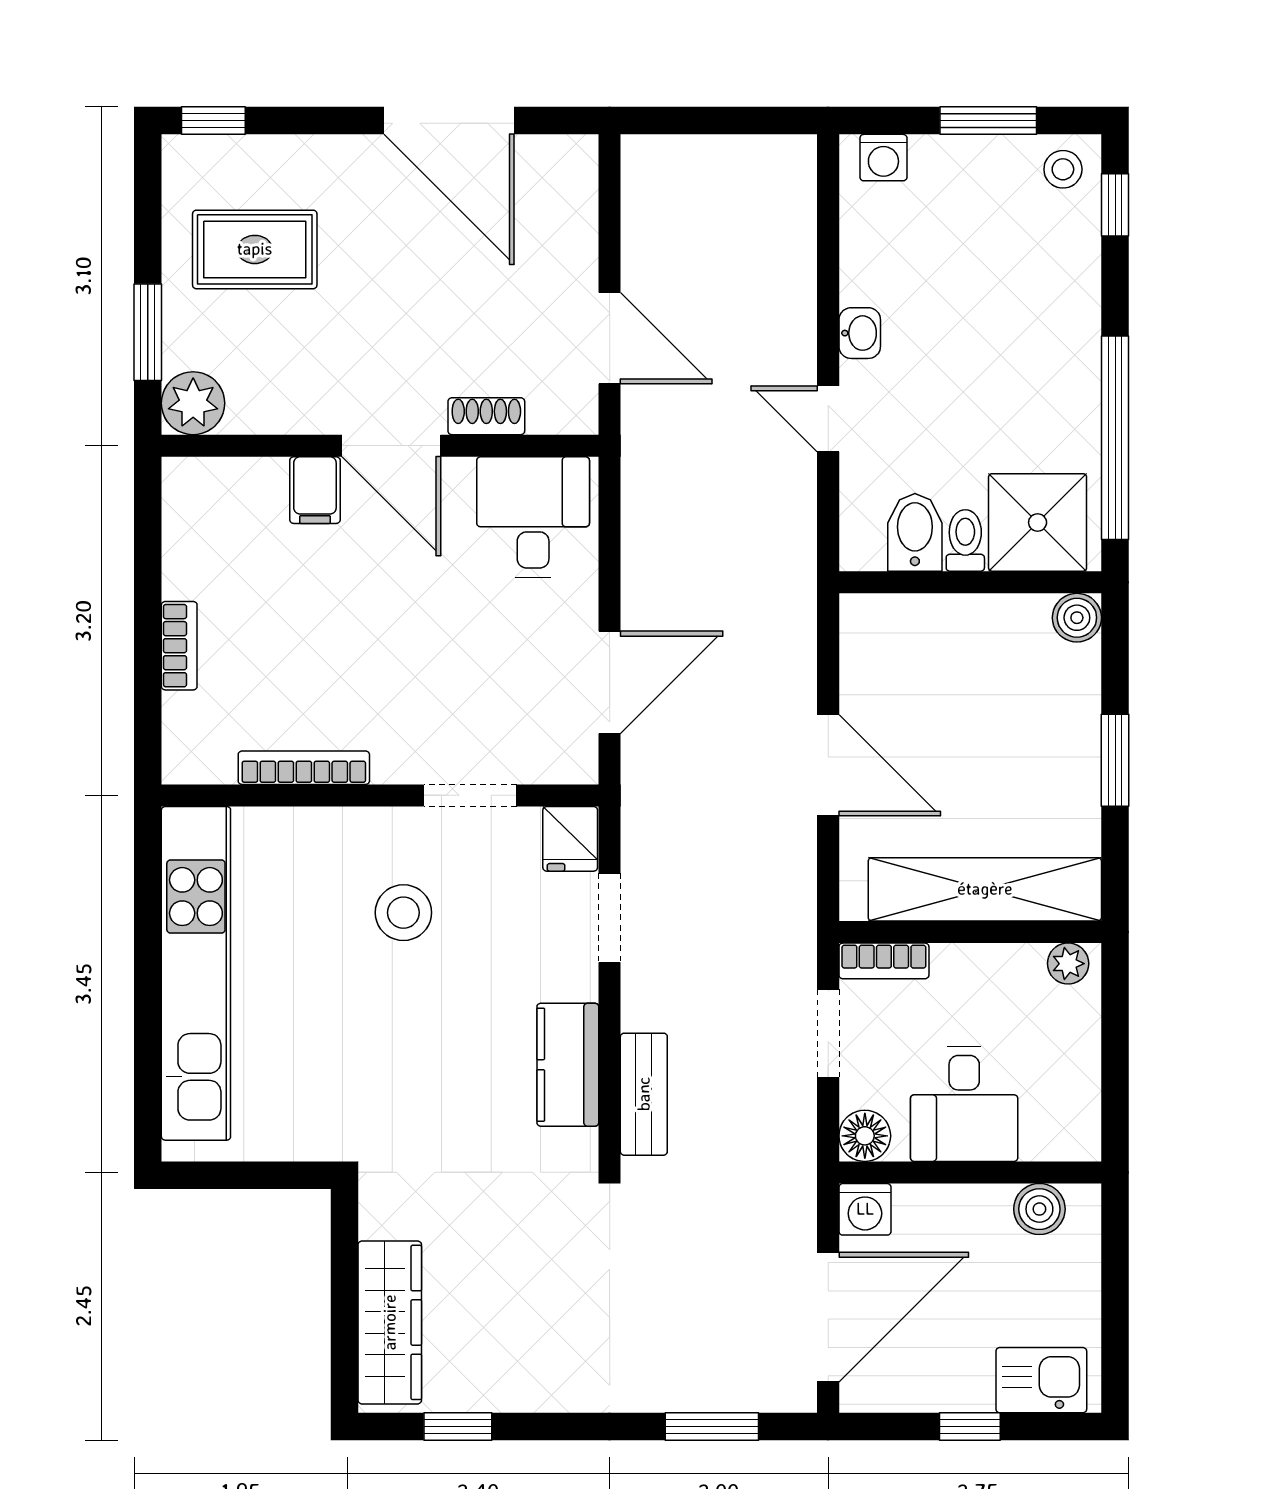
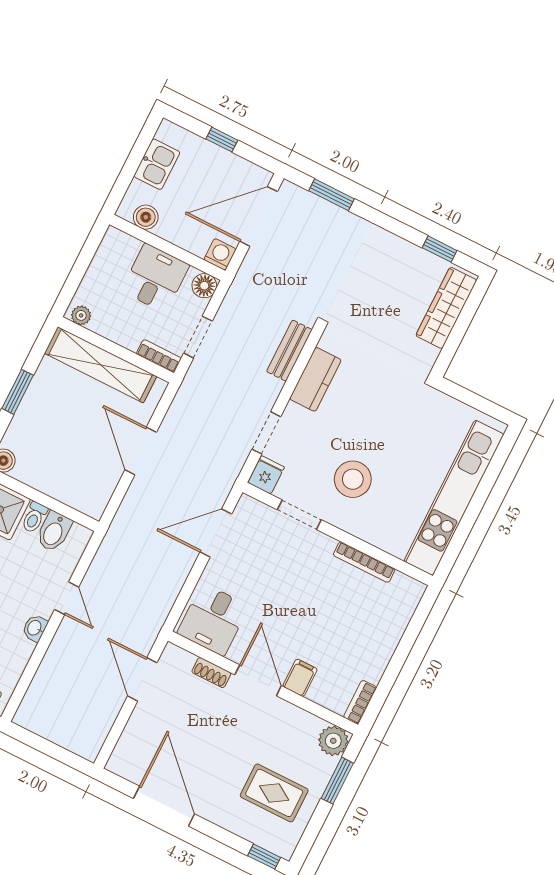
bookcase: (179, 646) -> (360, 702), moved
stool: (403, 913) -> (353, 479), width x1.38, depth x1.38
kitchen sink: (1041, 1380) -> (157, 164), moved, turned -90

